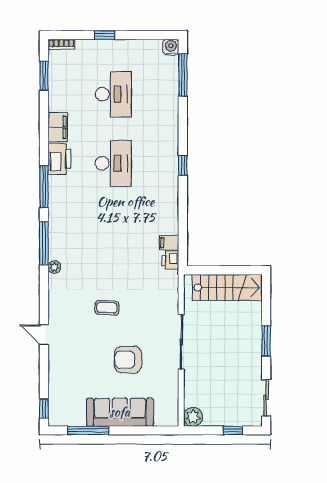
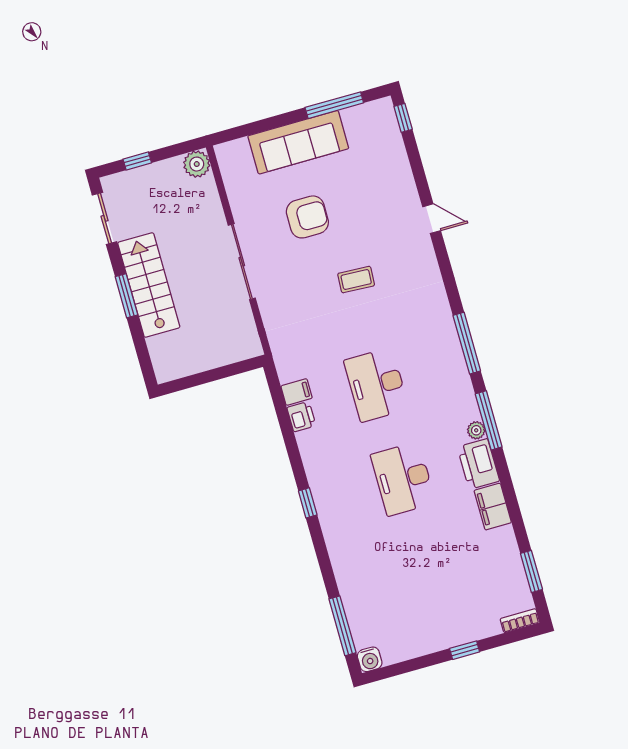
desk: (113, 94) -> (376, 385), moved
printer: (171, 260) -> (301, 417), moved
plant: (54, 267) -> (476, 430), moved
stairs: (227, 288) -> (149, 285), moved, turned 90

